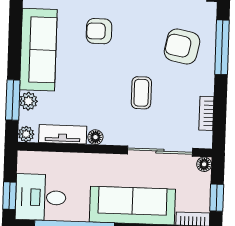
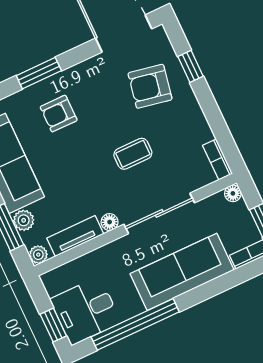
window: (222, 47) -> (191, 66), width x0.46
coffee table: (141, 93) -> (133, 154), turned 90
bookcase: (206, 113) -> (218, 159), moved
sliding door: (160, 151) -> (159, 213), moved

